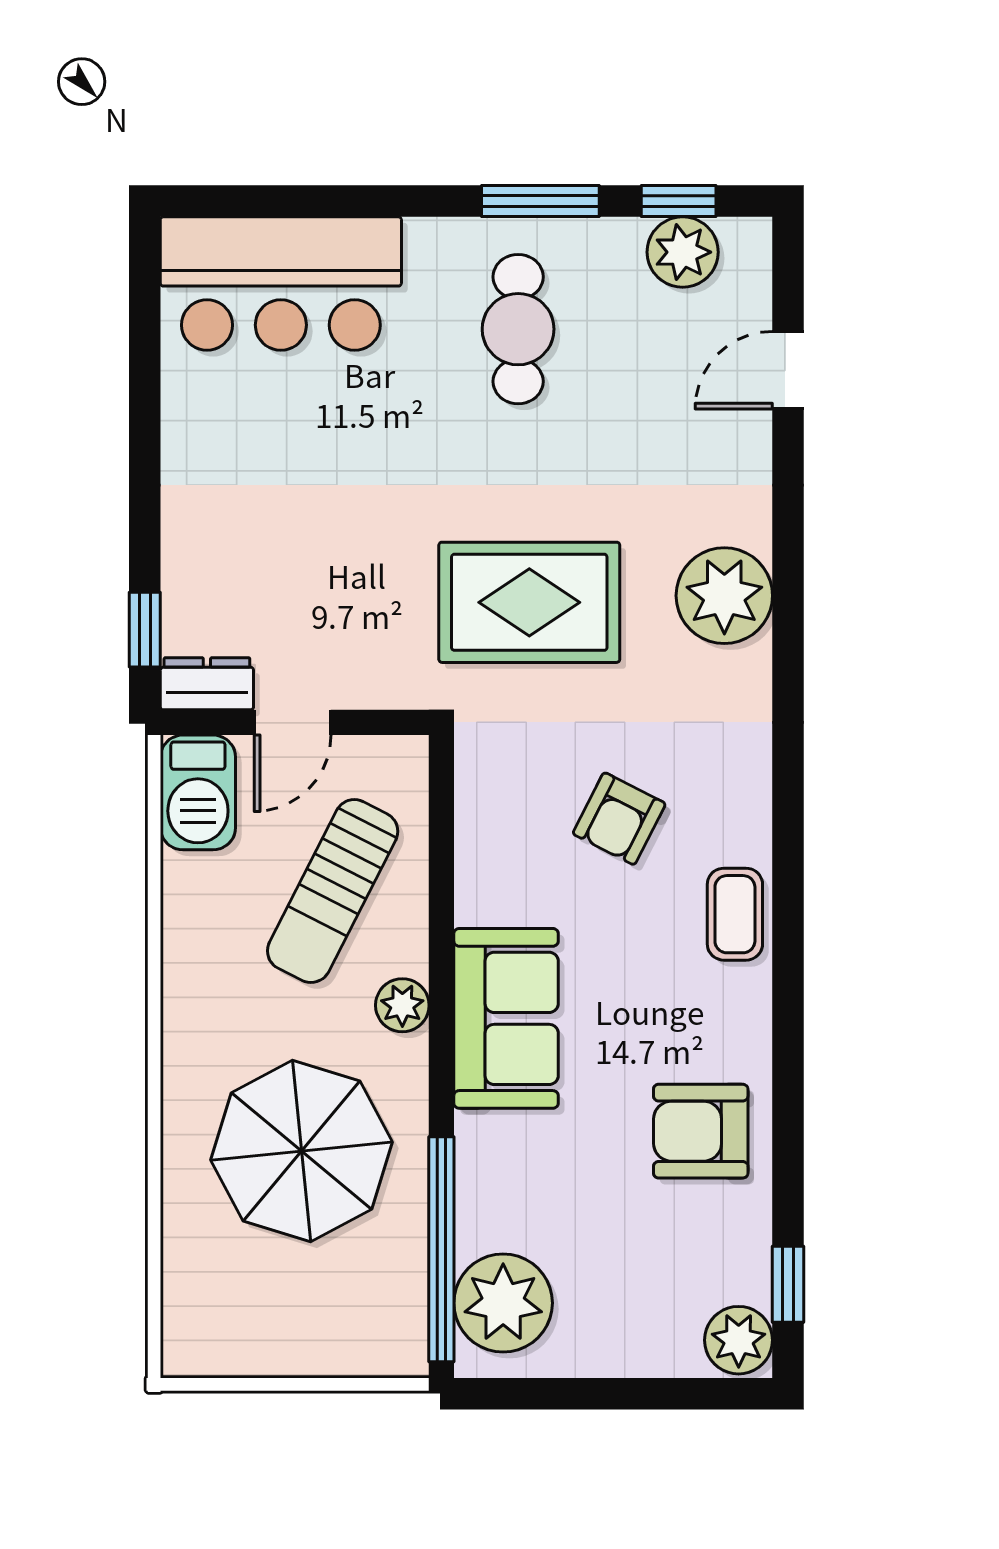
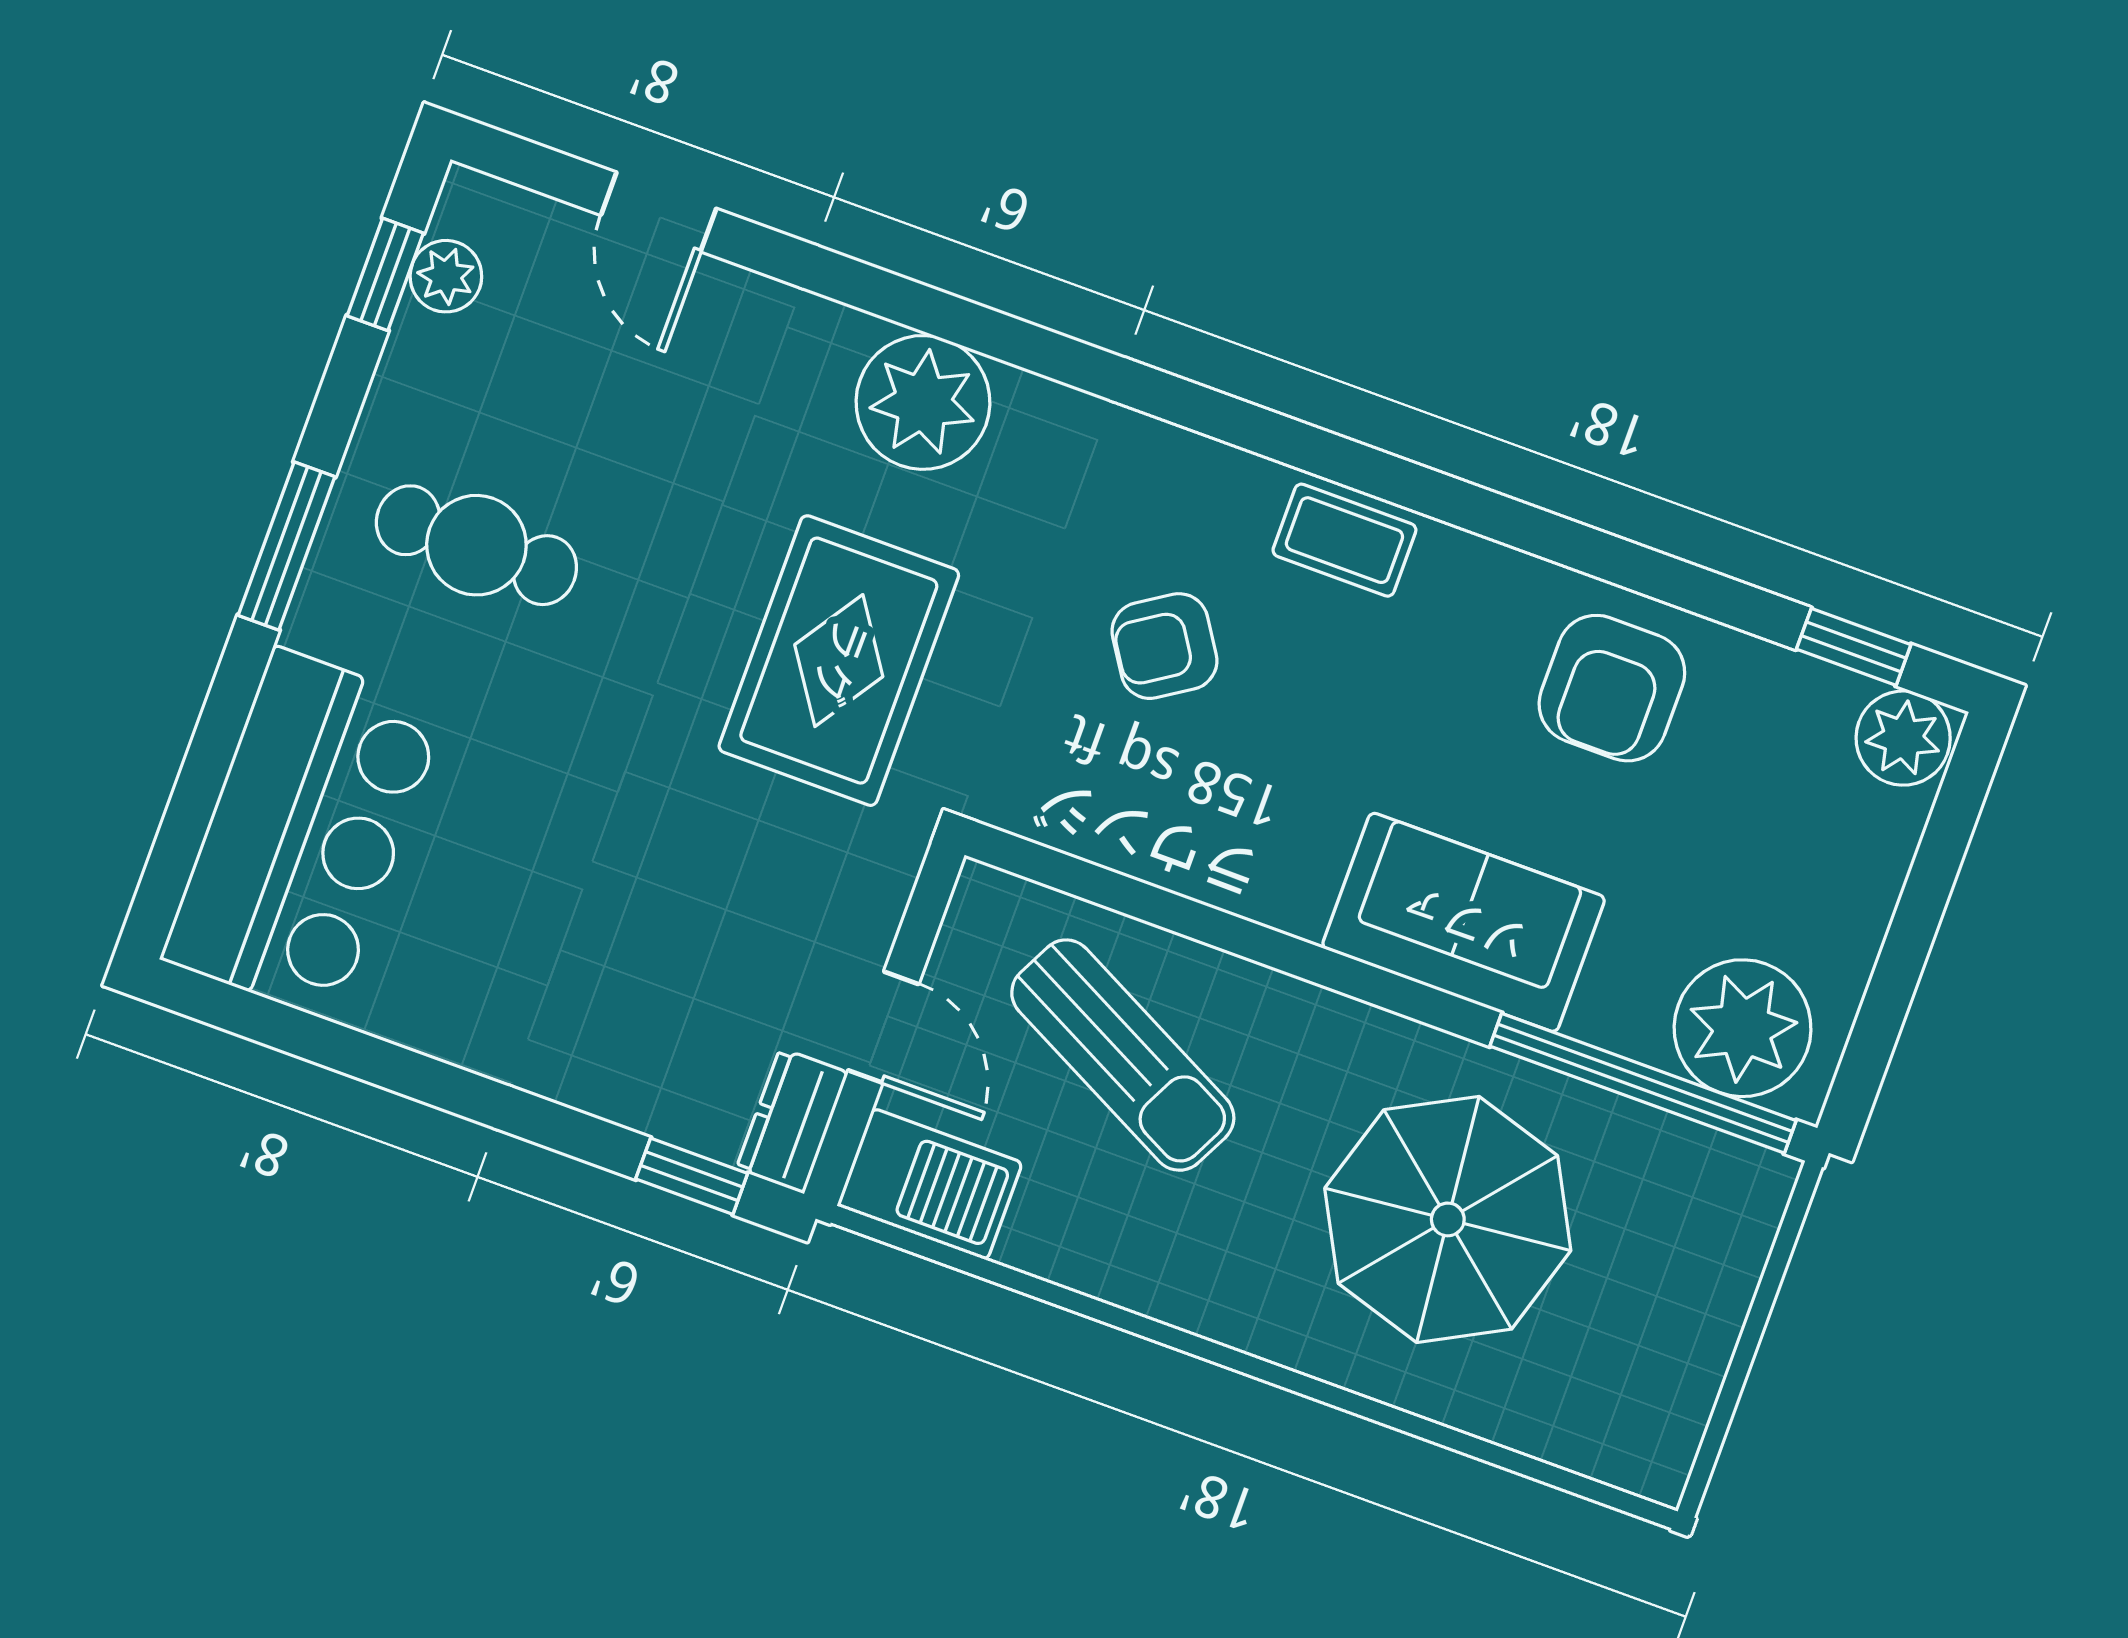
window: (540, 201) -> (286, 546), moved
plant: (683, 252) -> (446, 276), width x0.73, depth x0.73
armchair: (619, 819) -> (1164, 646), turned 120
plant: (402, 1005) -> (1305, 1018), removed
sofa: (506, 1018) -> (1464, 922), moved

